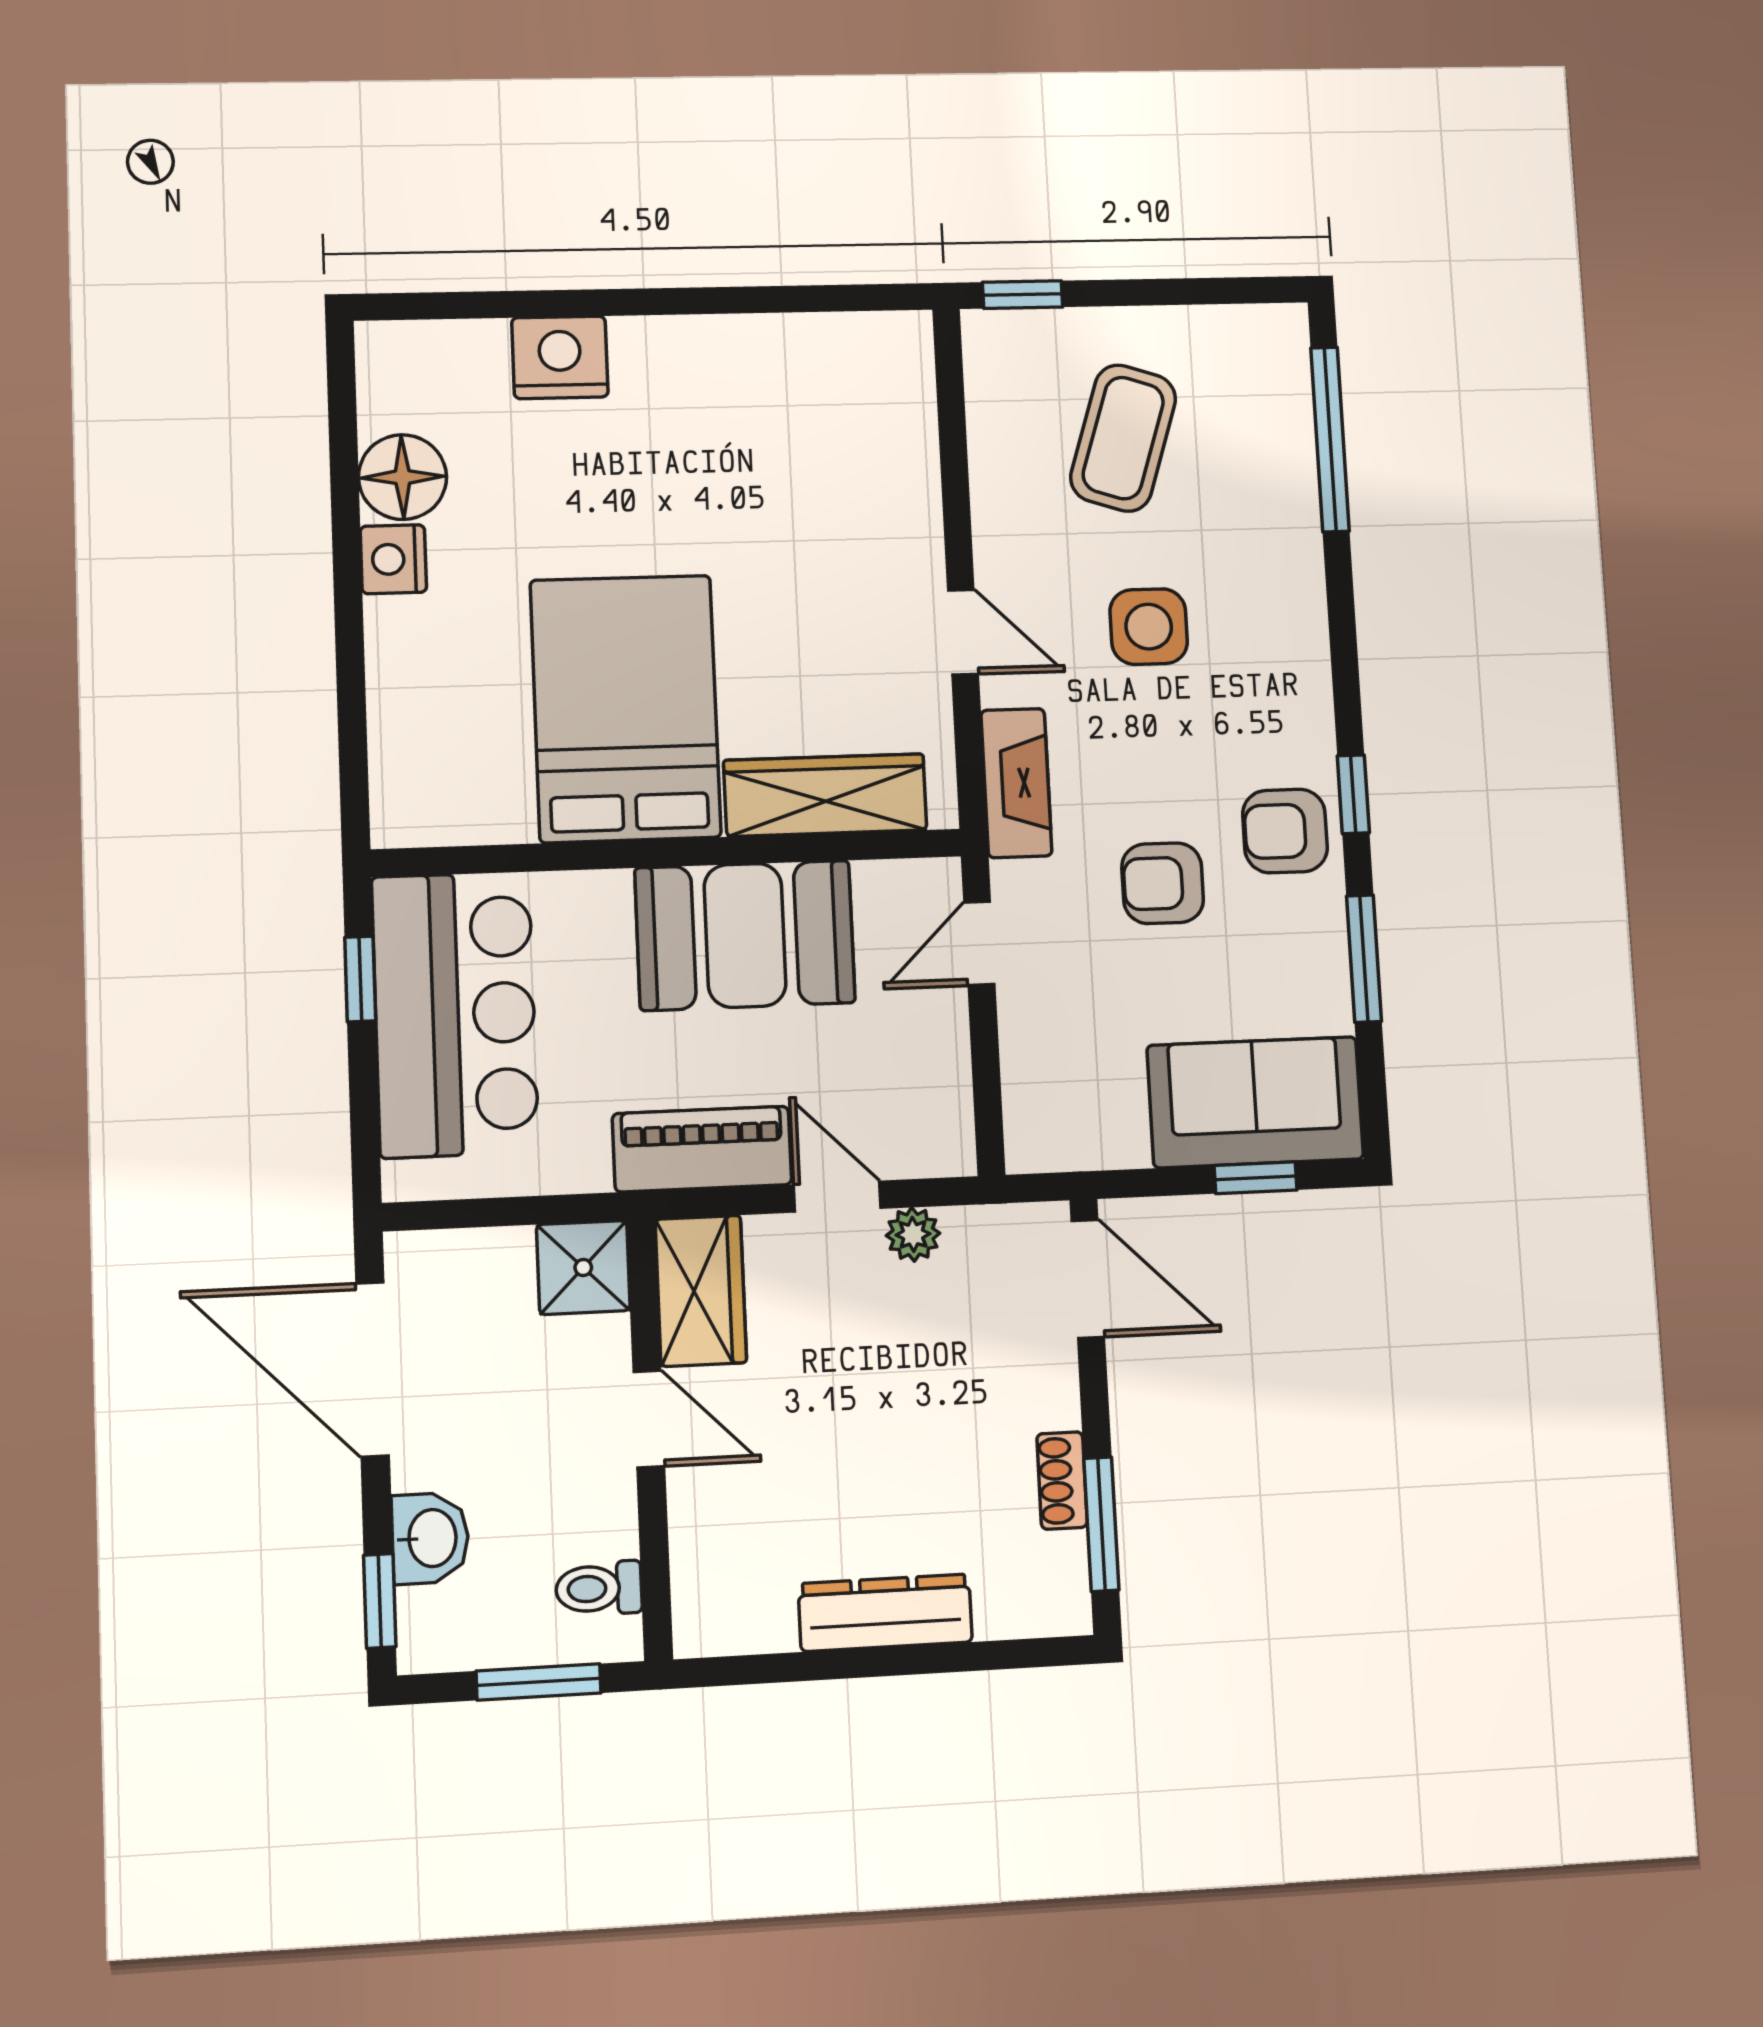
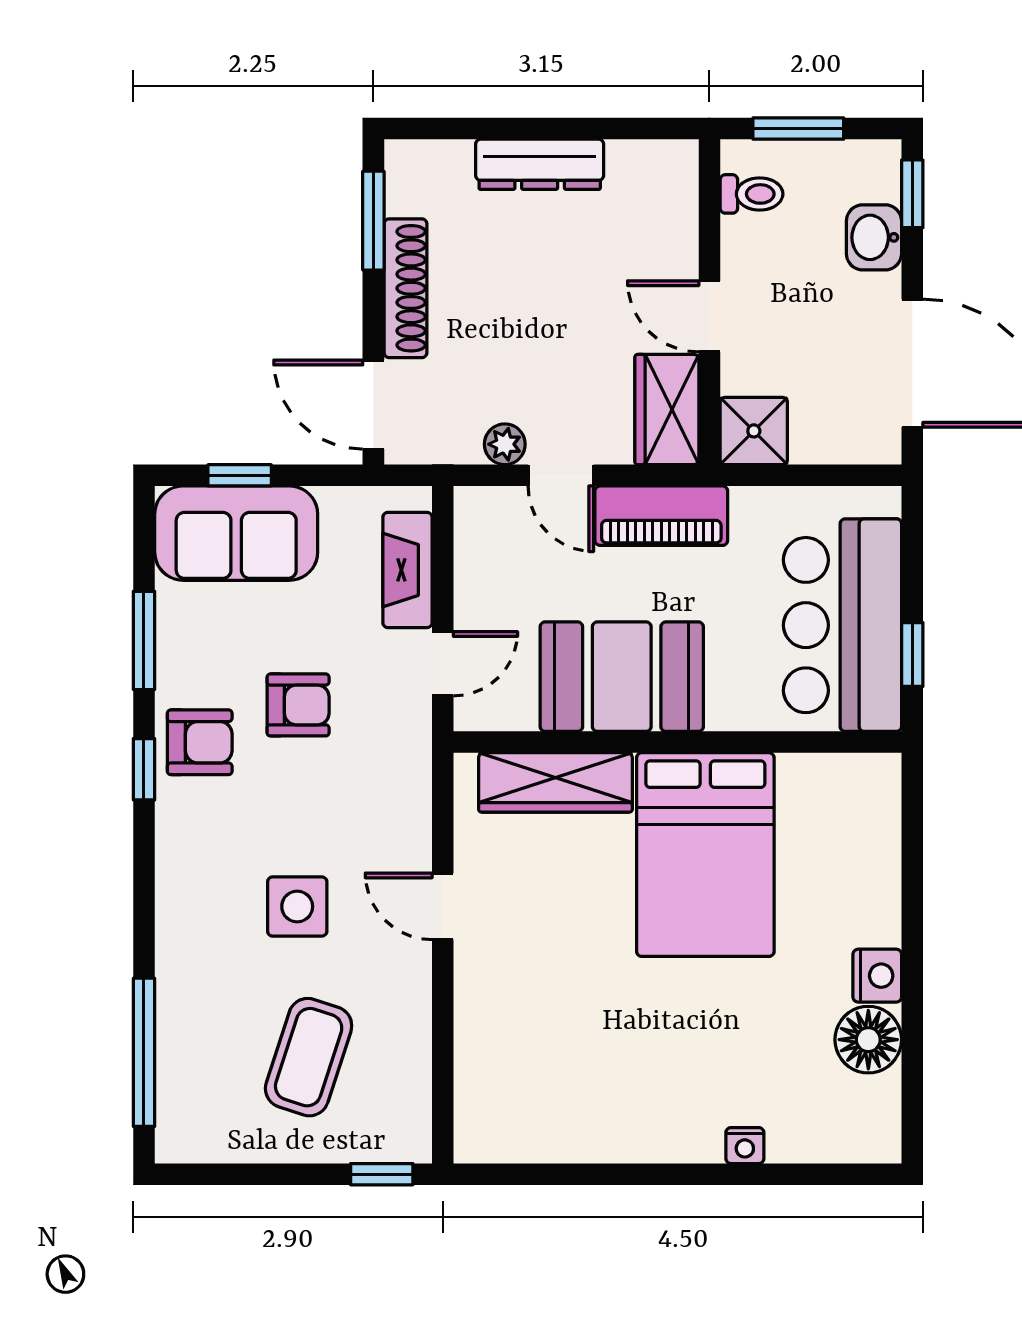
nightstand: (560, 357) -> (745, 1146), width x0.53, depth x0.56
fireplace: (1016, 783) -> (407, 570), moved
shoe rack: (1062, 1481) -> (405, 288), width x1.94, depth x1.24

